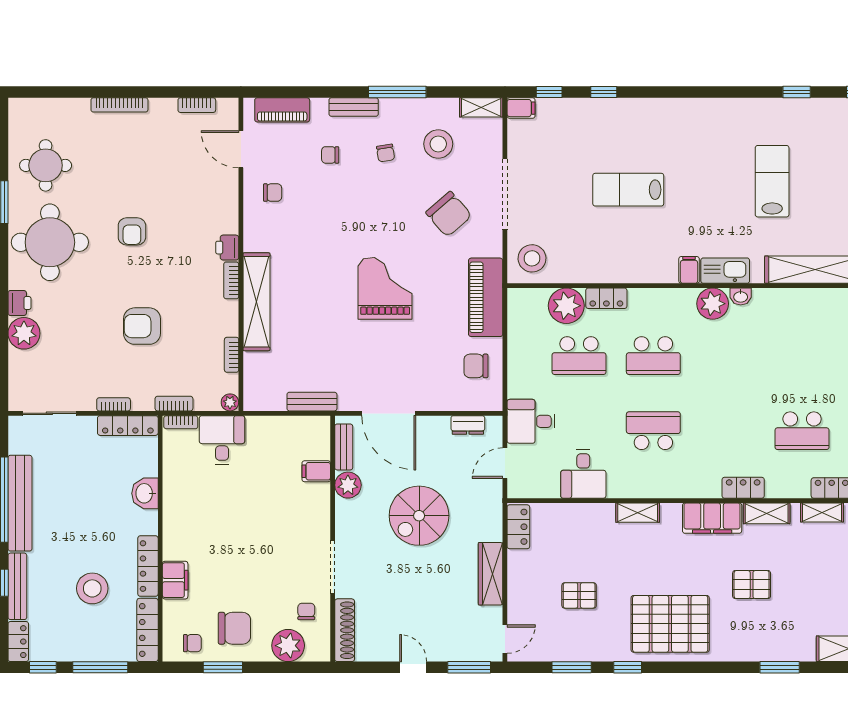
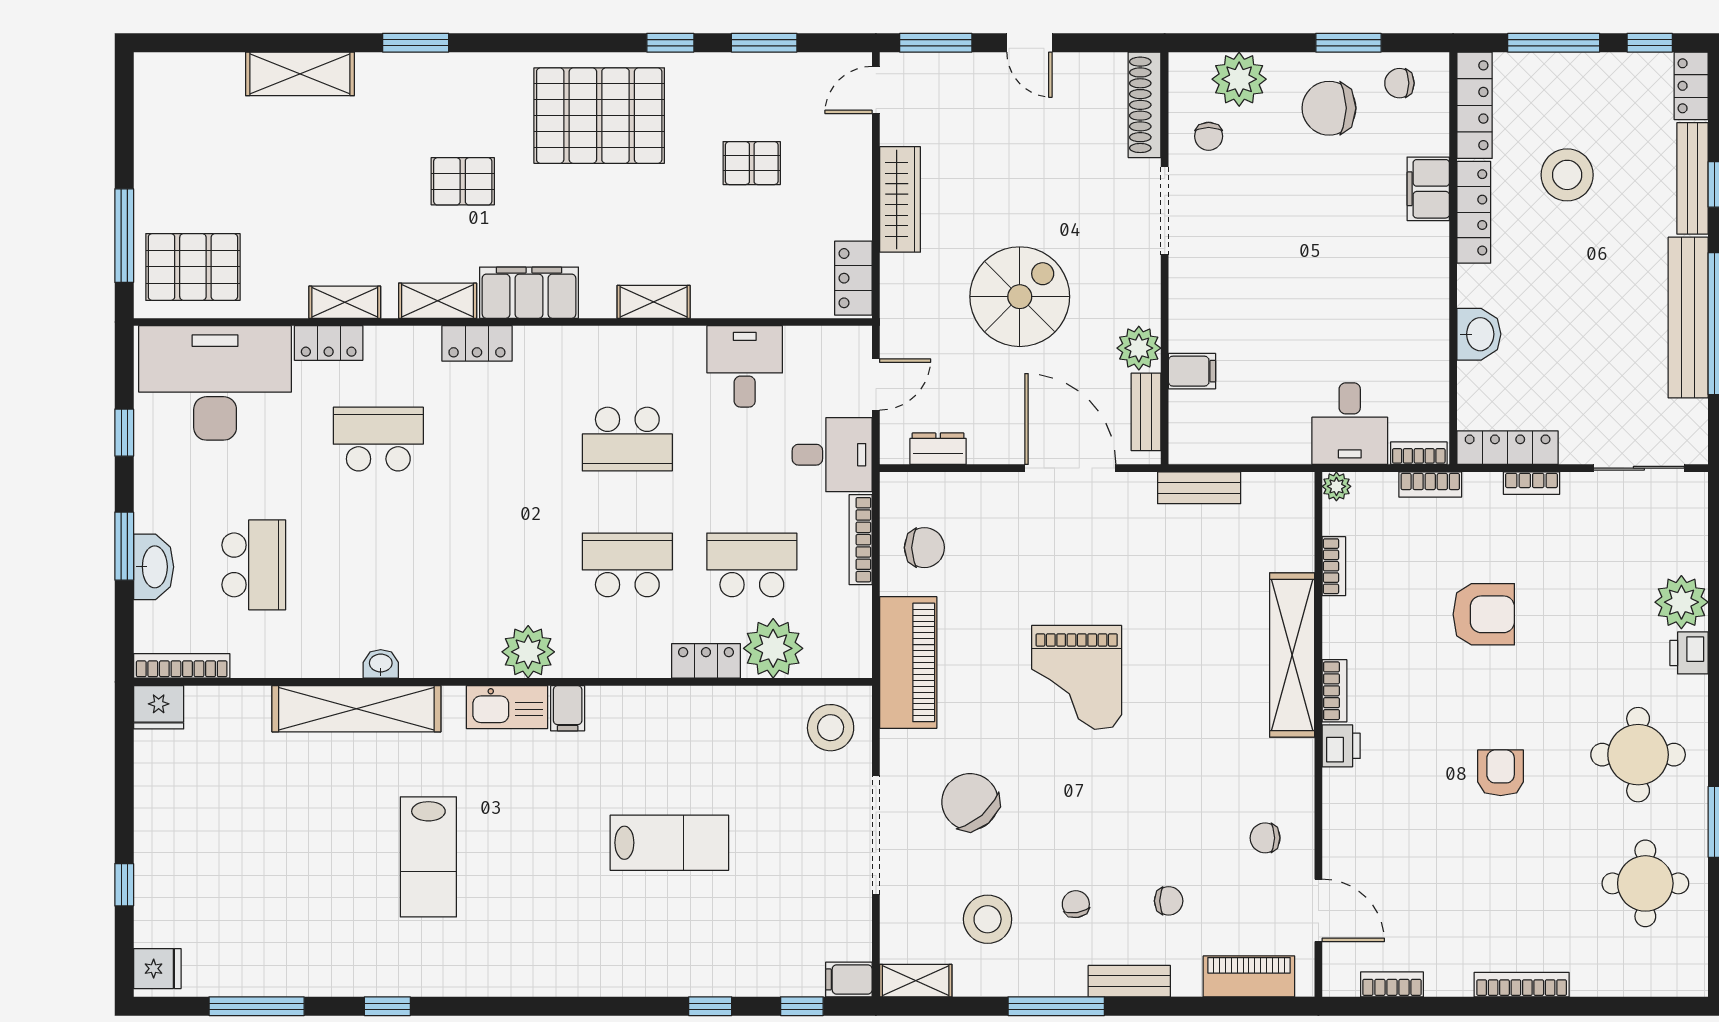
round table: (50, 242) -> (1638, 755), width x0.73, depth x0.73
washbasin: (741, 296) -> (381, 664), moved
bookcase: (514, 371) -> (861, 540), added

